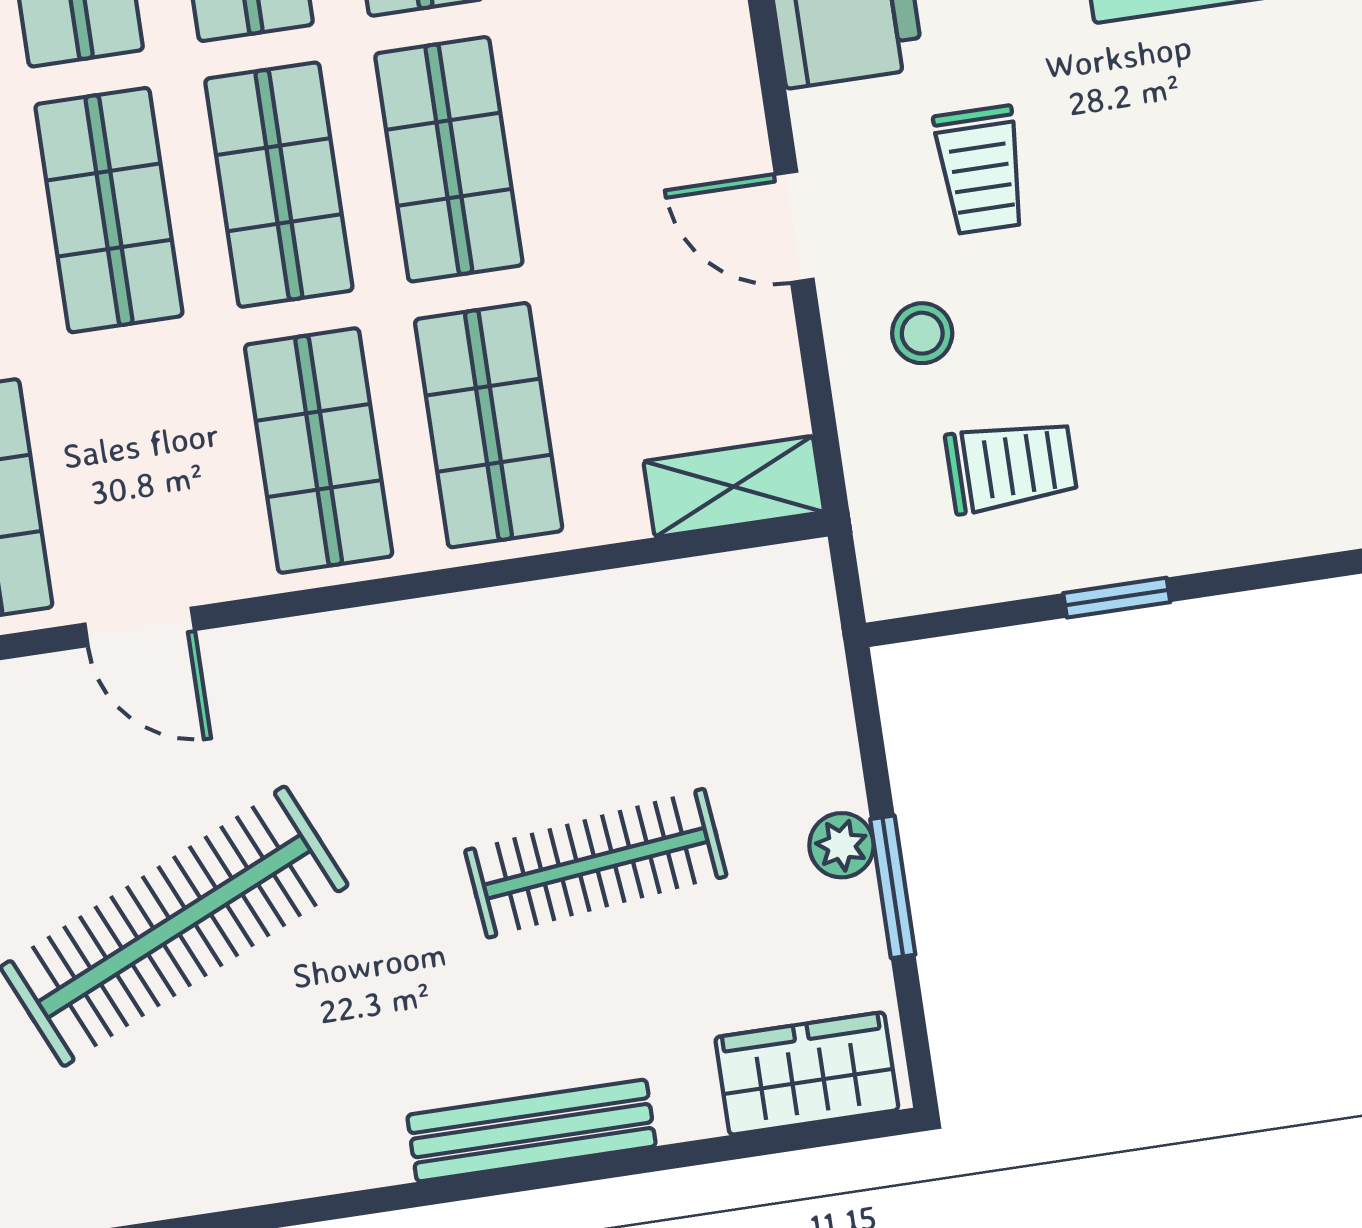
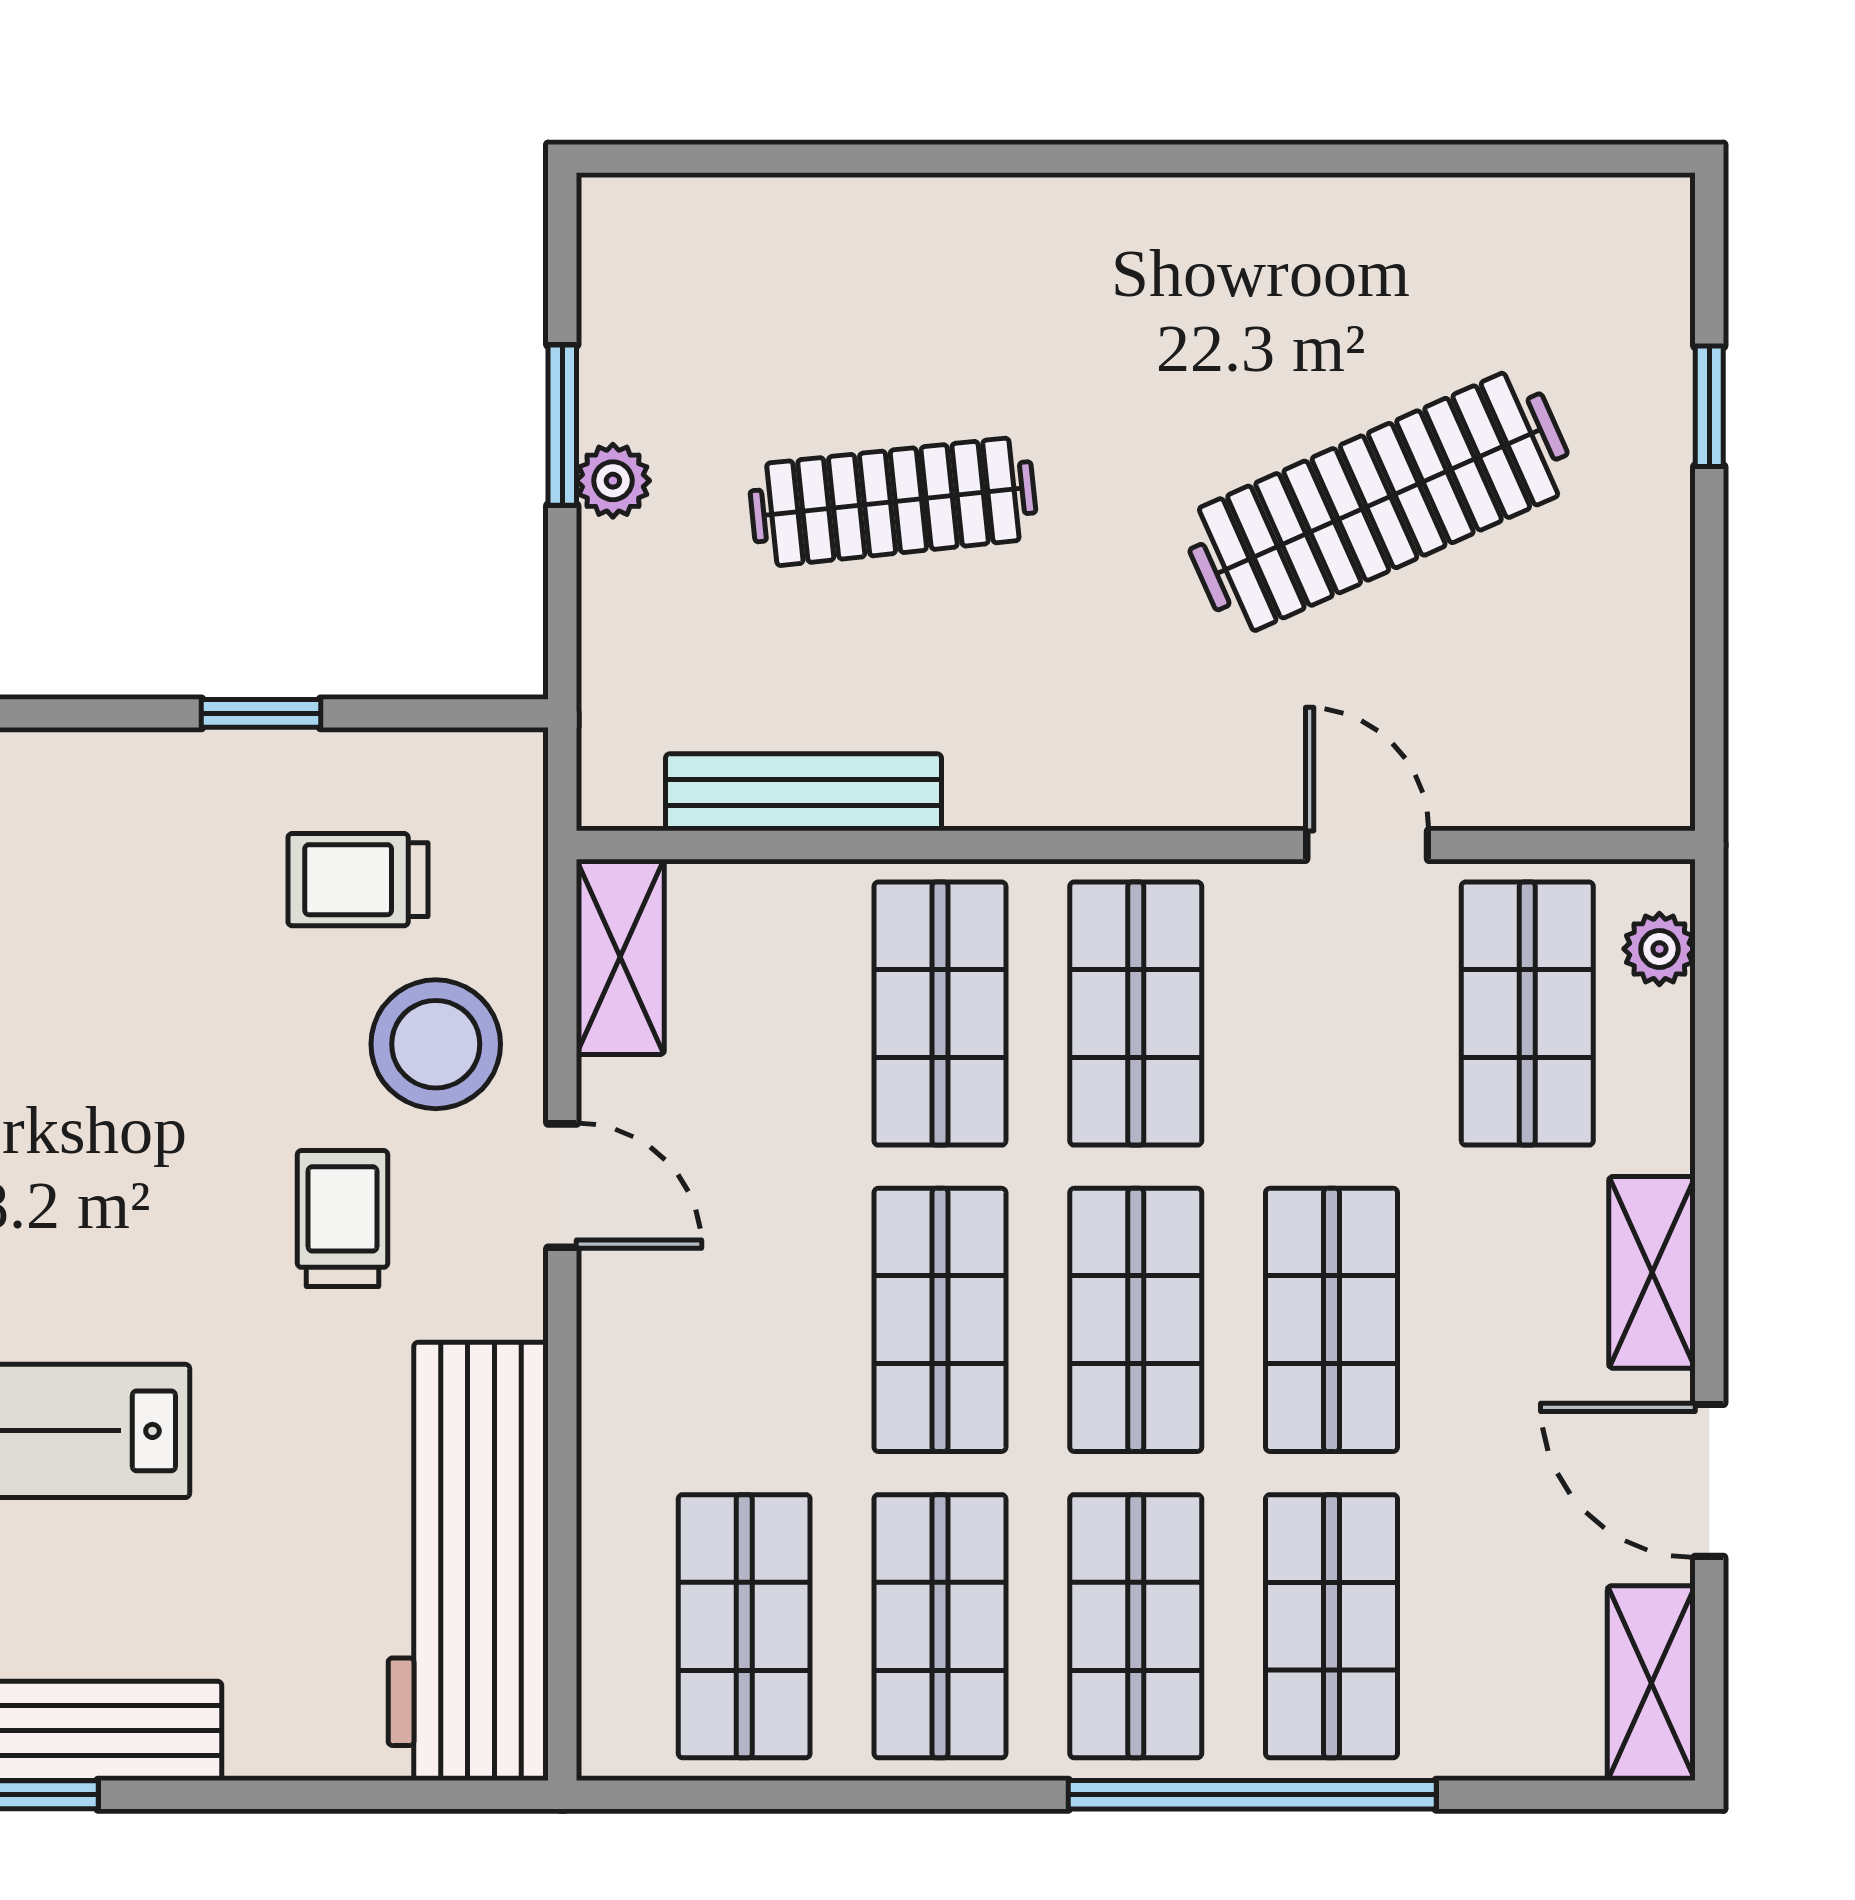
stool: (922, 333) -> (436, 1044), width x1.89, depth x1.89
shelving: (734, 487) -> (620, 957), moved, turned 90
wardrobe: (807, 1074) -> (690, 229), removed
bench: (532, 1131) -> (803, 792), moved

